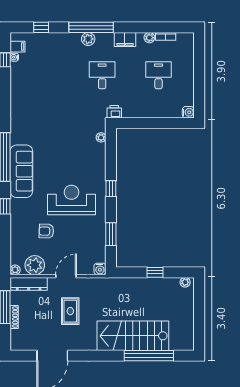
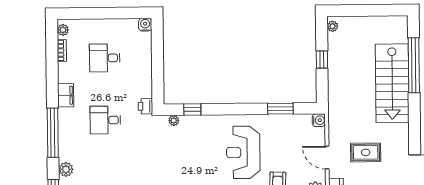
plant: (149, 38) -> (63, 30), moved
plant: (88, 39) -> (66, 169), moved
window: (111, 189) -> (192, 110), moved

